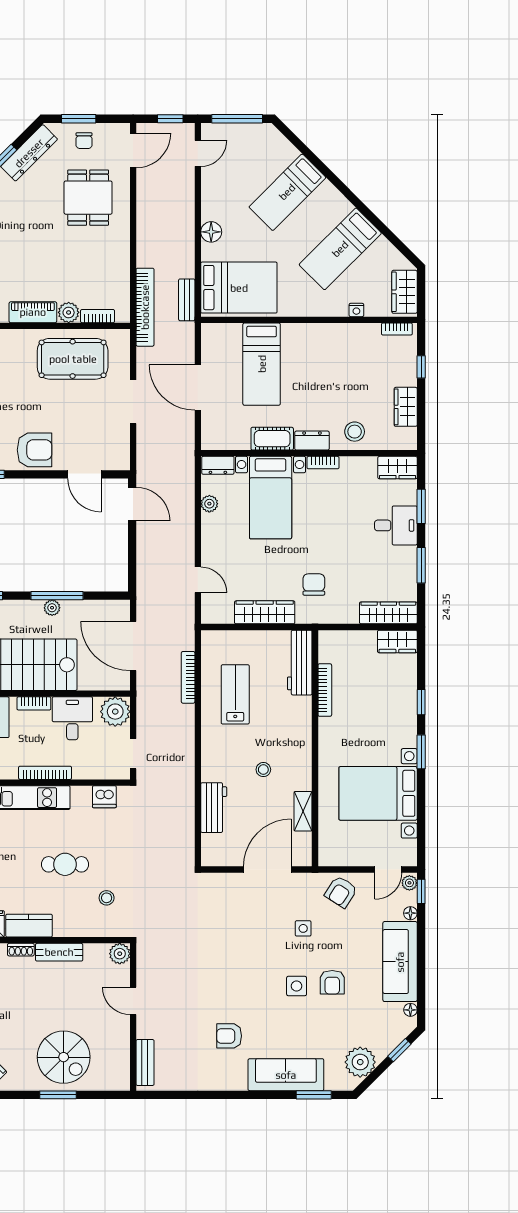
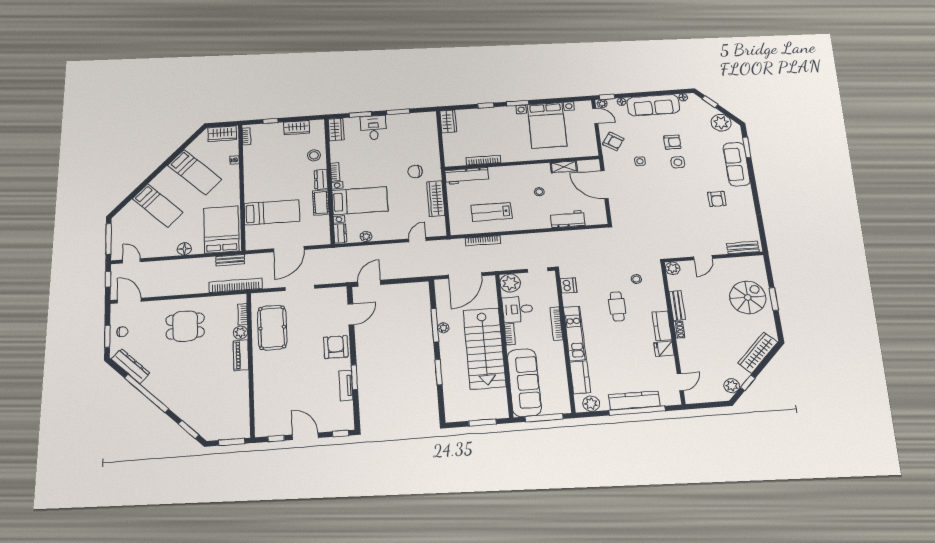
dining table: (88, 198) -> (185, 326), moved
wardrobe: (388, 613) -> (430, 128), removed

